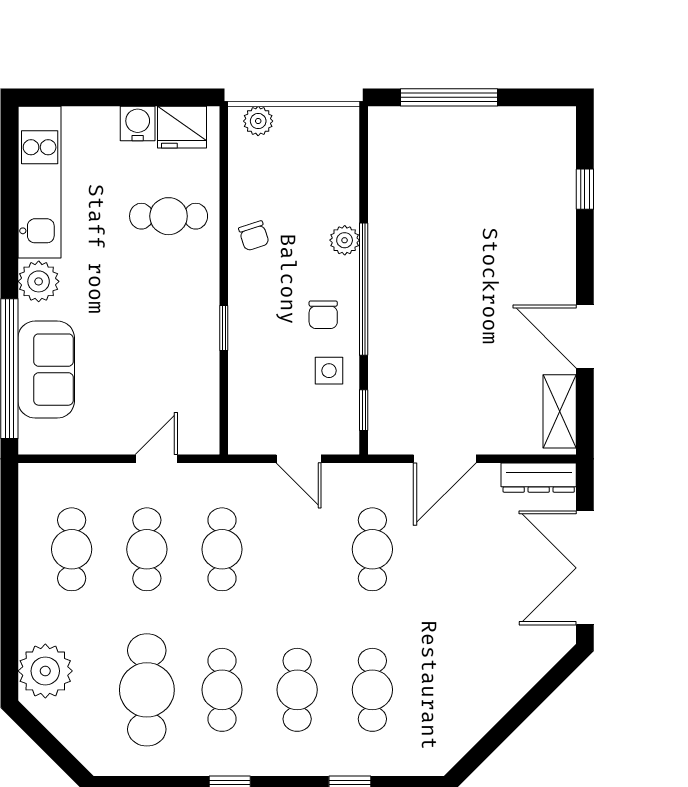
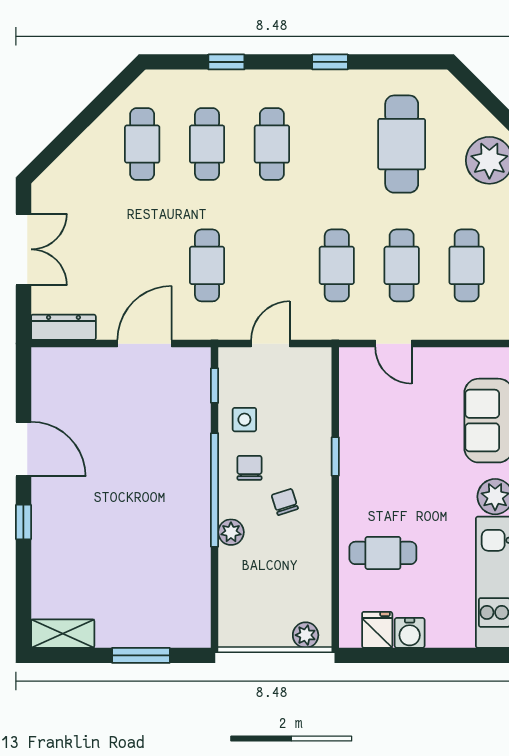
window: (449, 97) -> (141, 655), width x0.69
fridge: (182, 127) -> (377, 630), width x0.72
window: (585, 189) -> (23, 522), moved
chair: (254, 236) -> (285, 502), moved
shelving: (560, 411) -> (63, 634), moved, turned 90
door: (156, 459) -> (393, 344), hinge flipped
door: (299, 459) -> (271, 344), hinge flipped
double door: (585, 568) -> (23, 249), width x0.73
cafe table: (222, 690) -> (142, 144), moved

